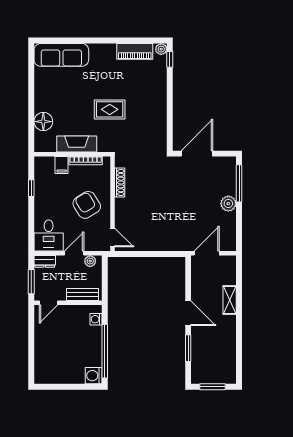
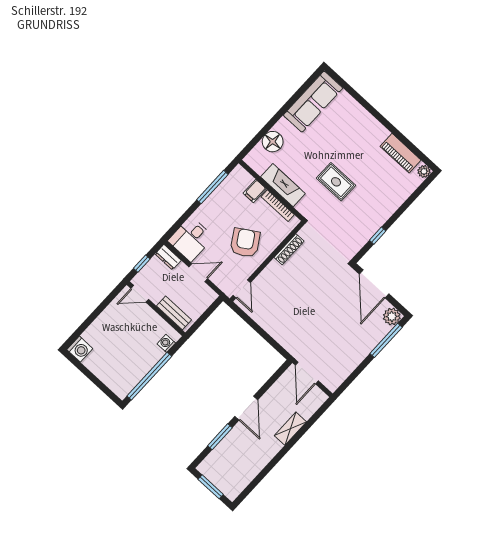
sofa: (61, 55) -> (313, 102), moved, turned -90
window: (170, 59) -> (378, 236), moved
door: (197, 154) -> (374, 284), swing flipped
window: (31, 188) -> (212, 187), width x2.17
plant: (228, 204) -> (392, 316), moved
door: (207, 253) -> (307, 373), swing flipped
plant: (90, 261) -> (206, 291), removed
window: (31, 282) -> (142, 264), width x0.67
washing machine: (94, 376) -> (80, 349), moved, turned 180

